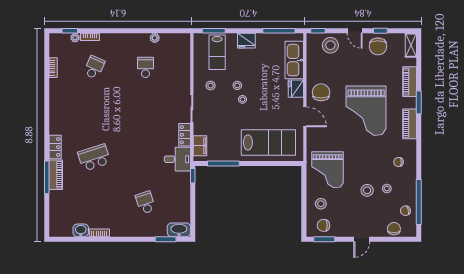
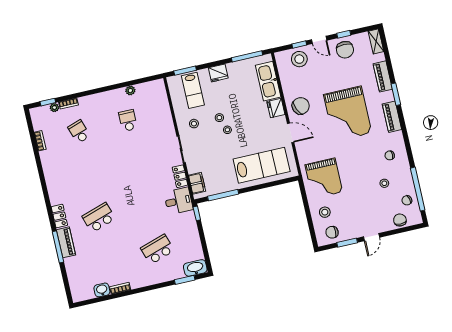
window: (318, 31) -> (299, 44), moved
school desk: (94, 67) -> (79, 132), turned -42
chair: (321, 92) -> (301, 106), turned 66
stool: (367, 190) -> (366, 189), removed
school desk: (145, 203) -> (157, 249), width x1.85
window: (324, 239) -> (347, 243), moved

